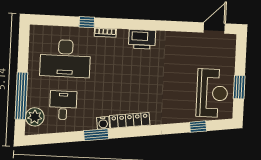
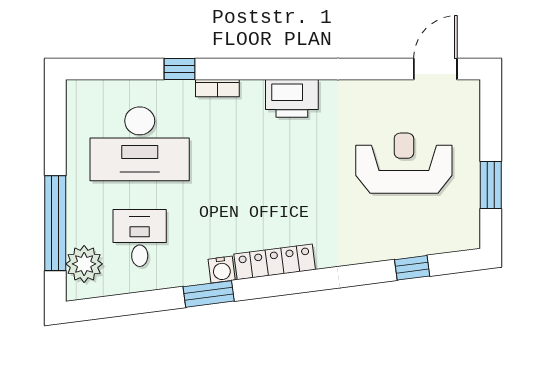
reception desk: (212, 93) -> (404, 163), moved, turned -90

